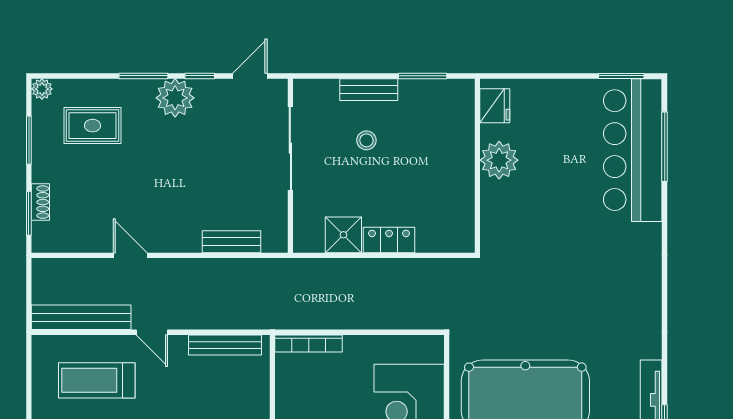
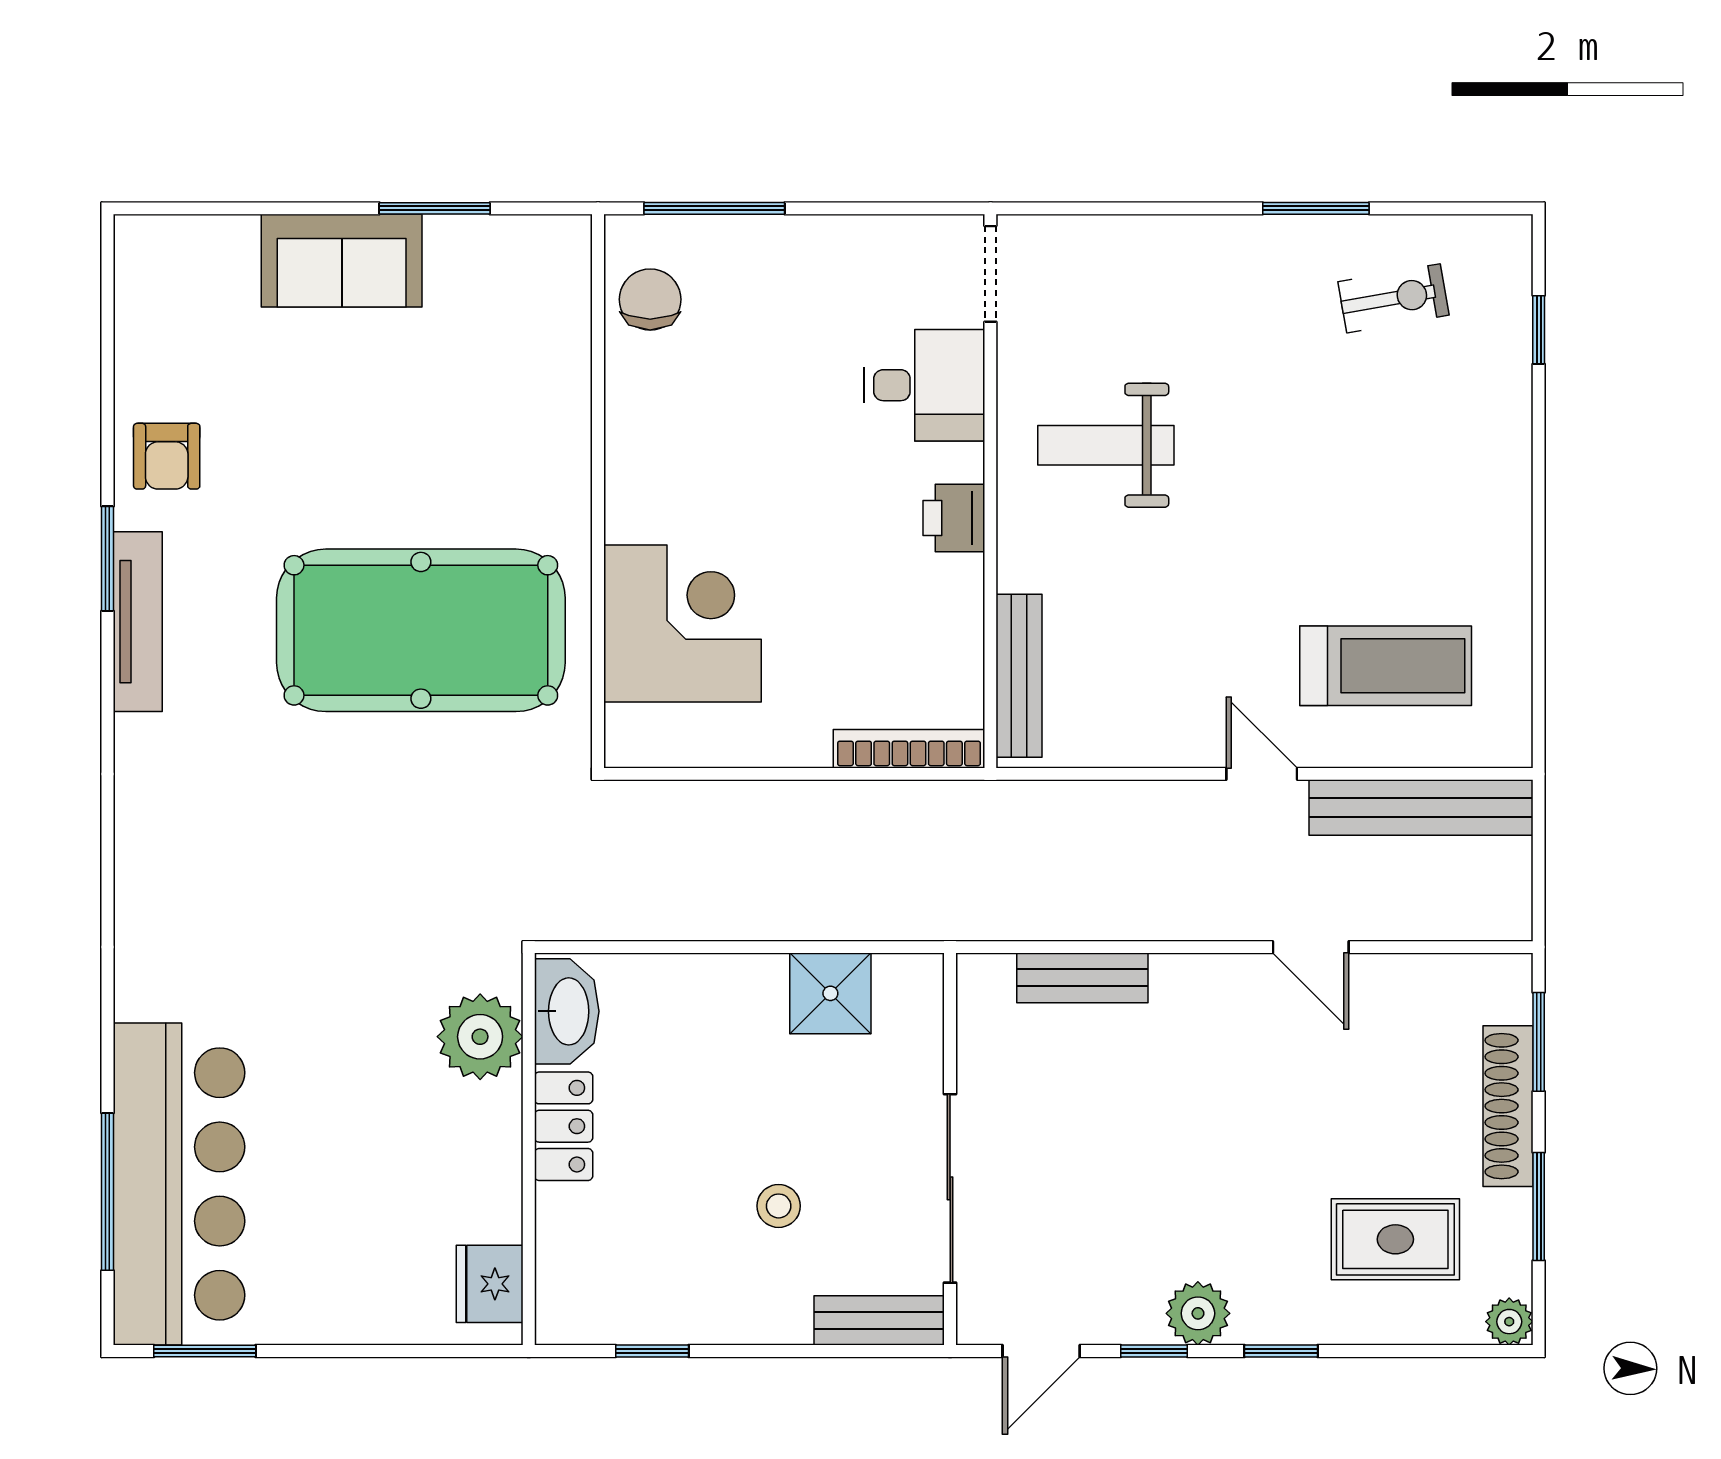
window: (143, 76) -> (1281, 1351), width x0.67
window: (423, 76) -> (652, 1351), width x0.67
bench: (369, 90) -> (879, 1320), moved
plant: (175, 98) -> (1198, 1313), width x0.73, depth x0.73
plant: (499, 160) -> (480, 1037), moved
shoe rack: (40, 202) -> (1508, 1106), width x1.94, depth x1.24
washbasin: (461, 227) -> (567, 1011), added
locker: (389, 240) -> (564, 1126), moved, turned -90
bench: (225, 345) -> (1019, 676), moved, turned 90

